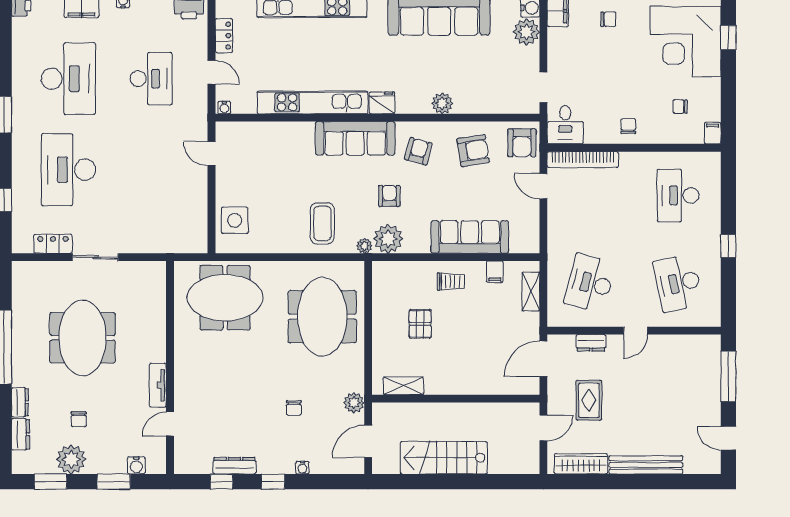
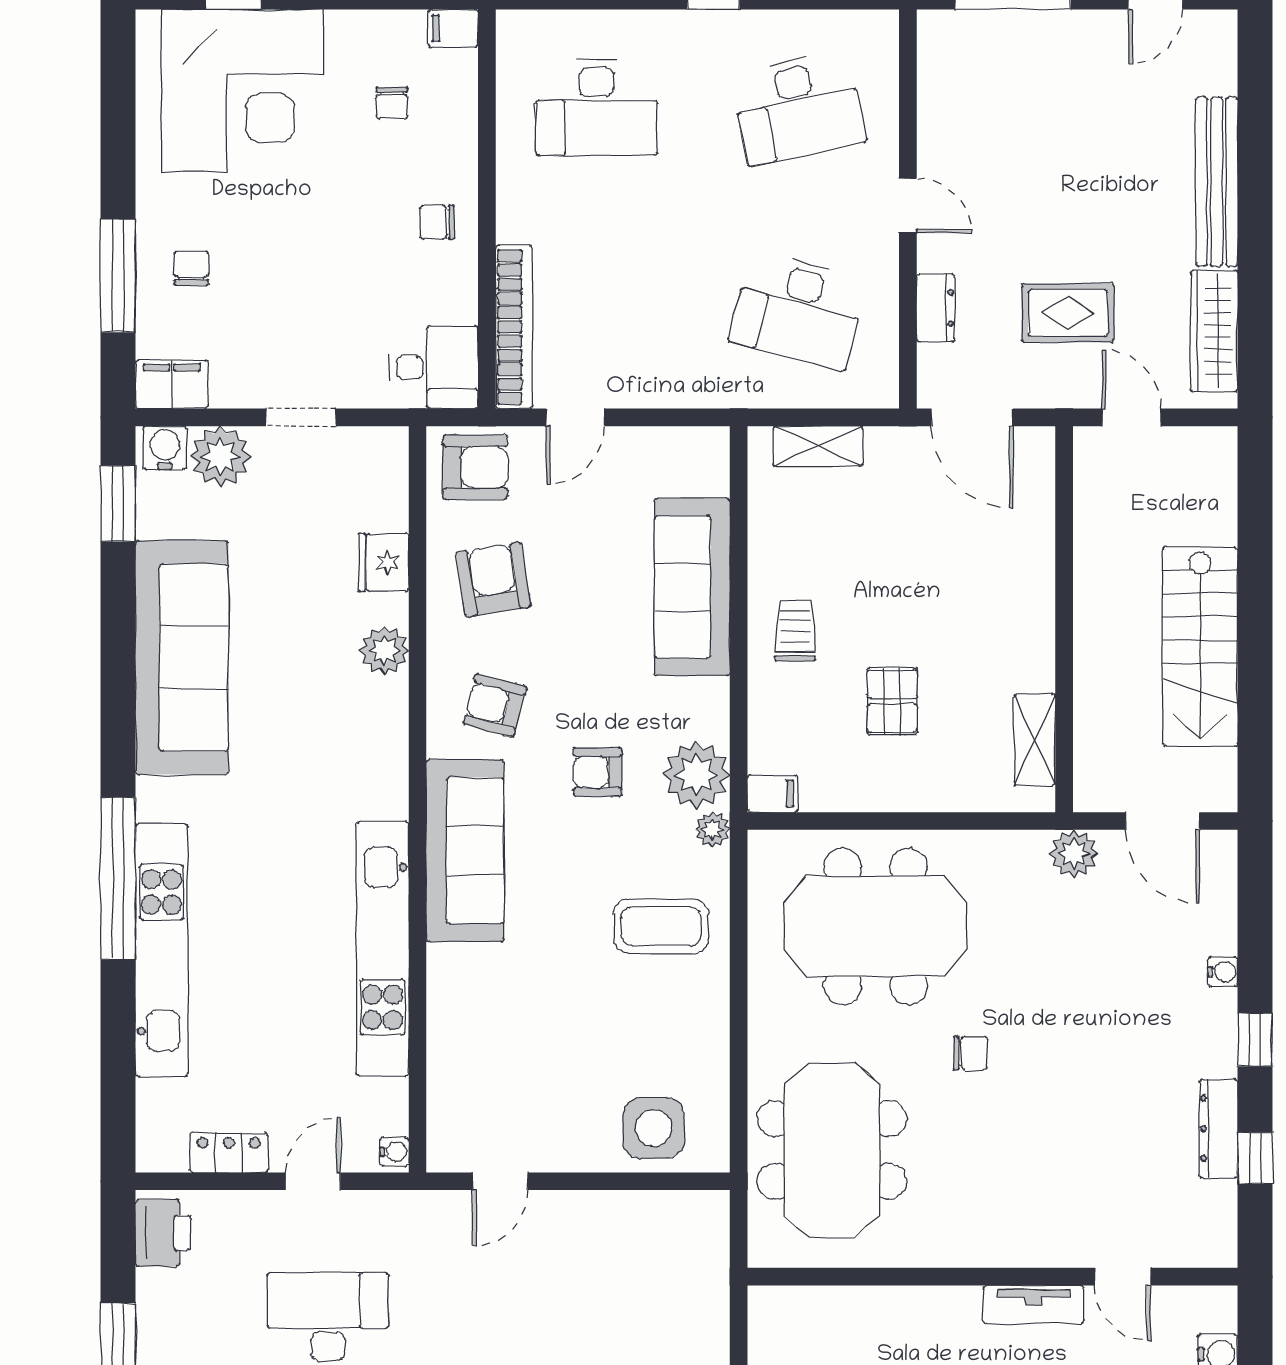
doorway: (543, 87) -> (301, 417), moved
fridge: (382, 103) -> (384, 563), moved
filing cabinet: (495, 272) -> (772, 794), moved
pallet: (420, 324) -> (892, 701), turned 90
chair: (294, 408) -> (970, 1053), moved

